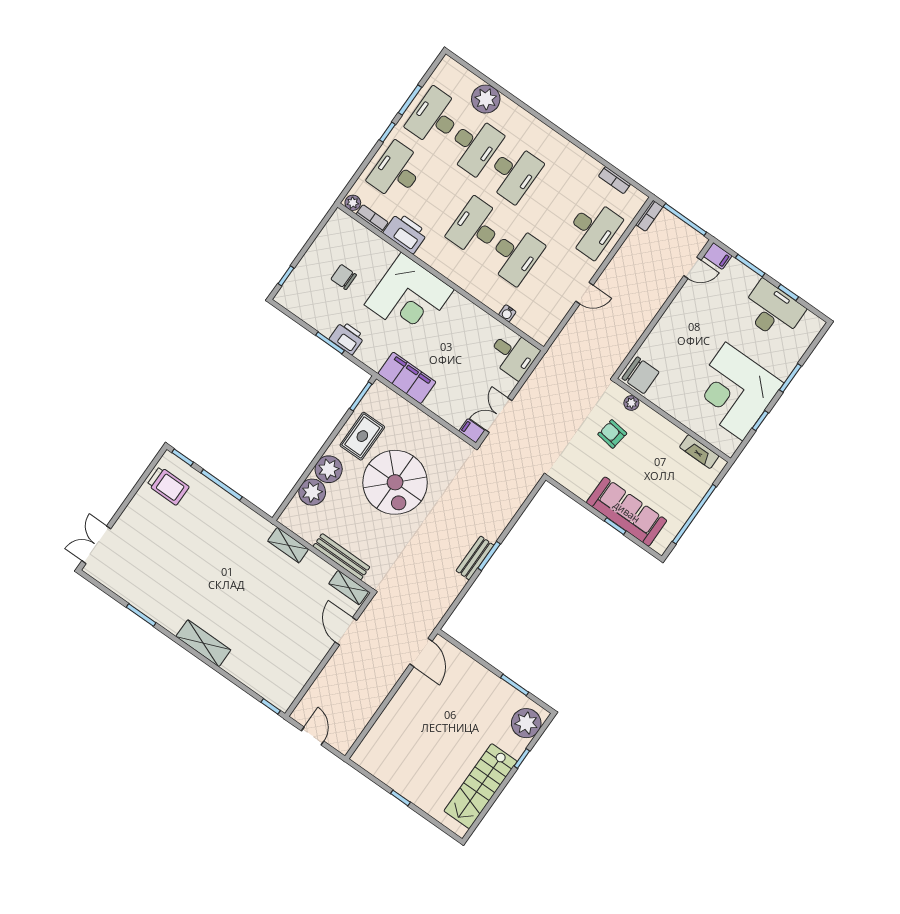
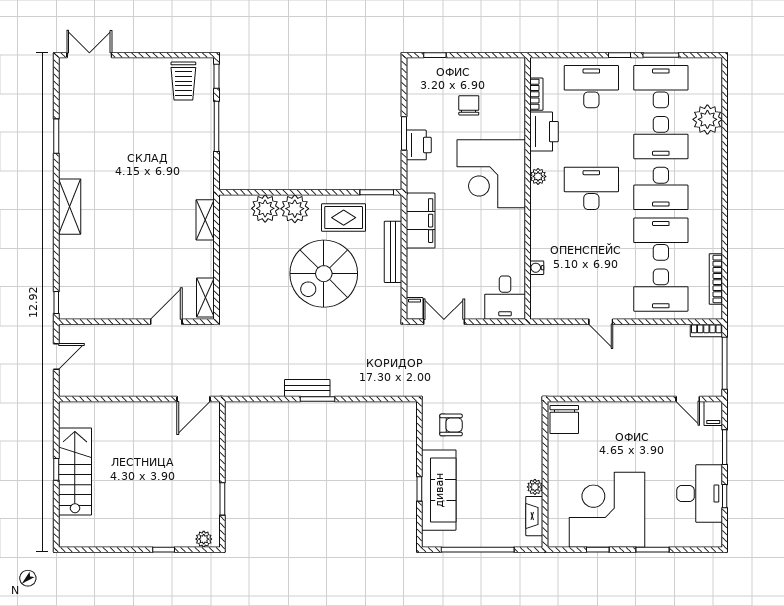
bookcase: (614, 180) -> (716, 279), width x1.56
plant: (353, 203) -> (538, 176), moved
desk: (515, 255) -> (661, 239), moved, turned 180
plant: (631, 403) -> (535, 487), moved
armchair: (612, 434) -> (451, 425), moved, turned 82
bench: (341, 557) -> (393, 252), moved
plant: (526, 723) -> (204, 539), width x0.53, depth x0.53
stairs: (481, 786) -> (75, 472), moved, turned 90

